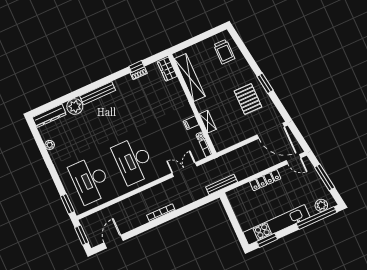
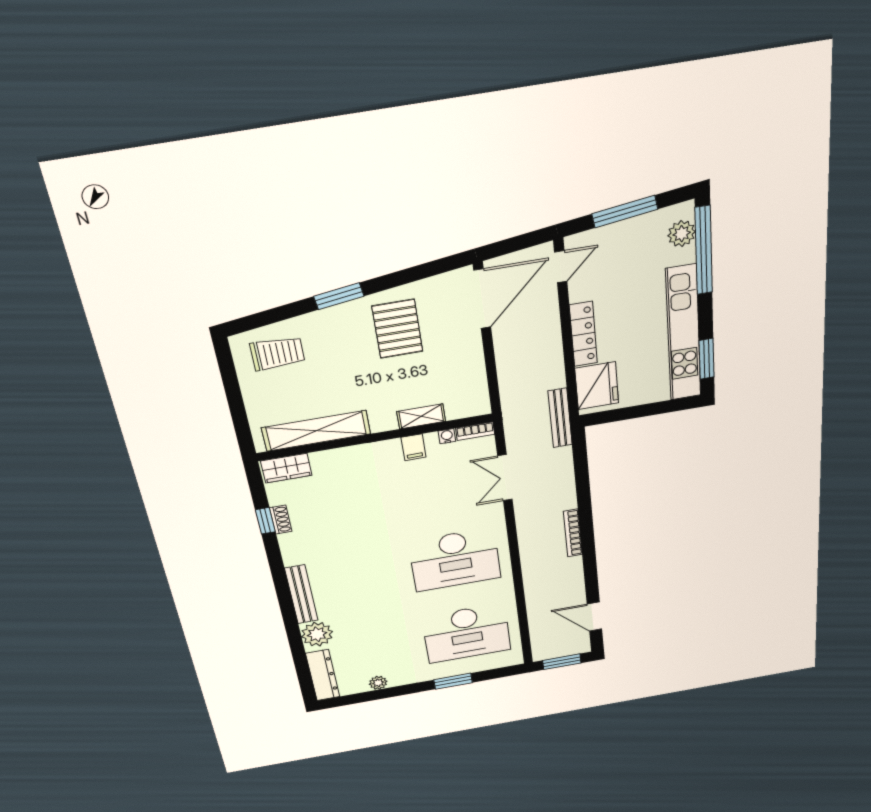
window: (265, 83) -> (339, 296), moved
pallet: (248, 99) -> (397, 329), turned 90
fridge: (242, 195) -> (597, 386), added
window: (67, 204) -> (453, 681), moved

